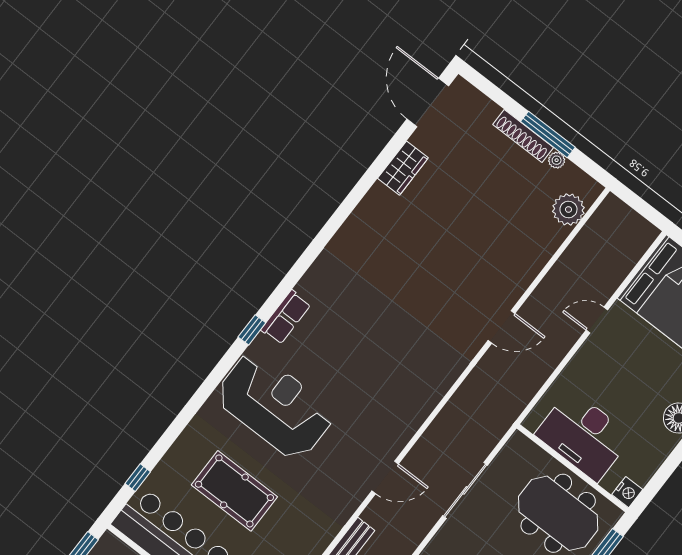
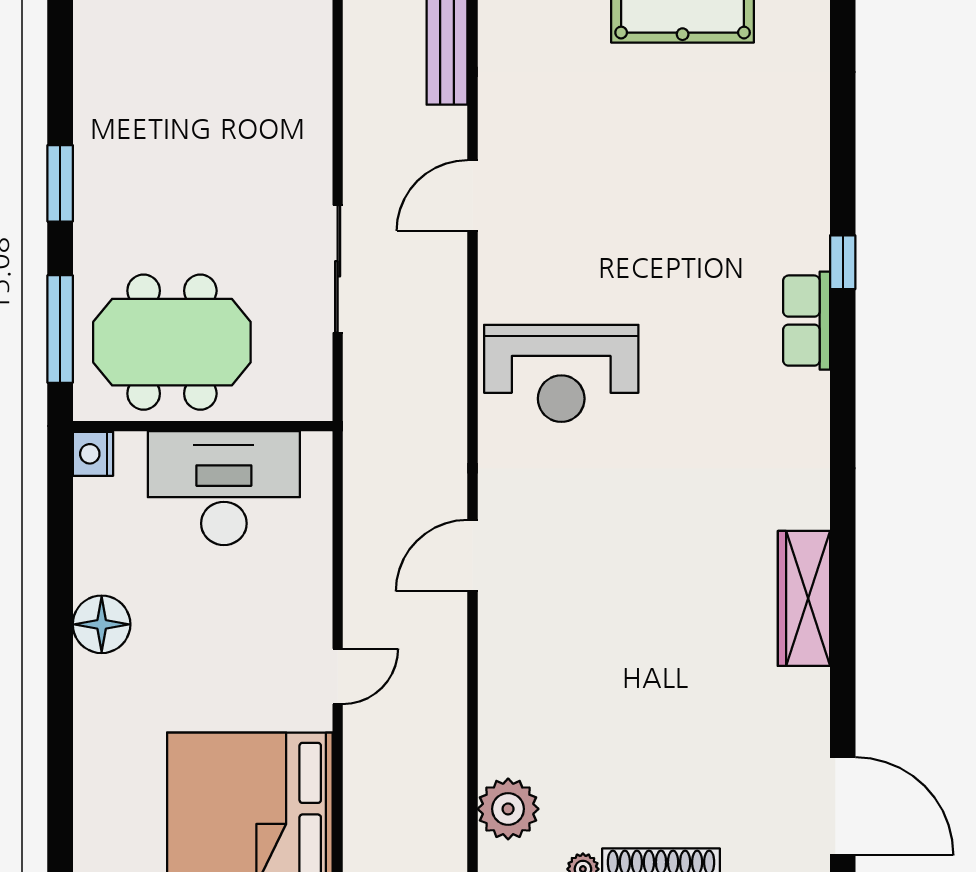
wardrobe: (403, 168) -> (804, 598), moved, width x1.50
reception desk: (275, 406) -> (561, 373), moved, width x0.74, depth x0.77

